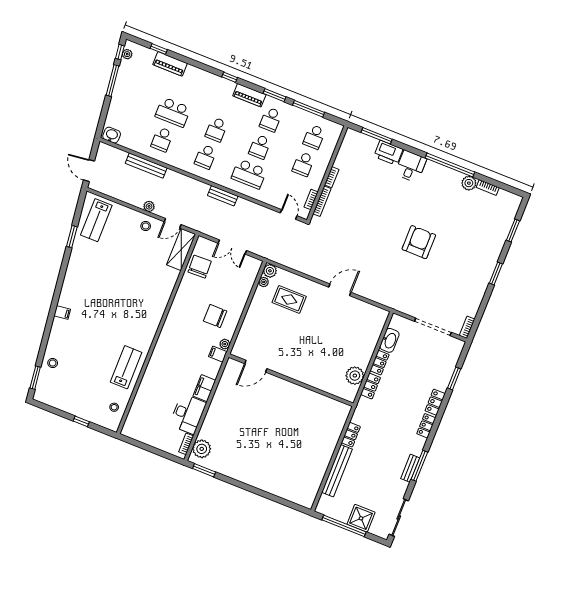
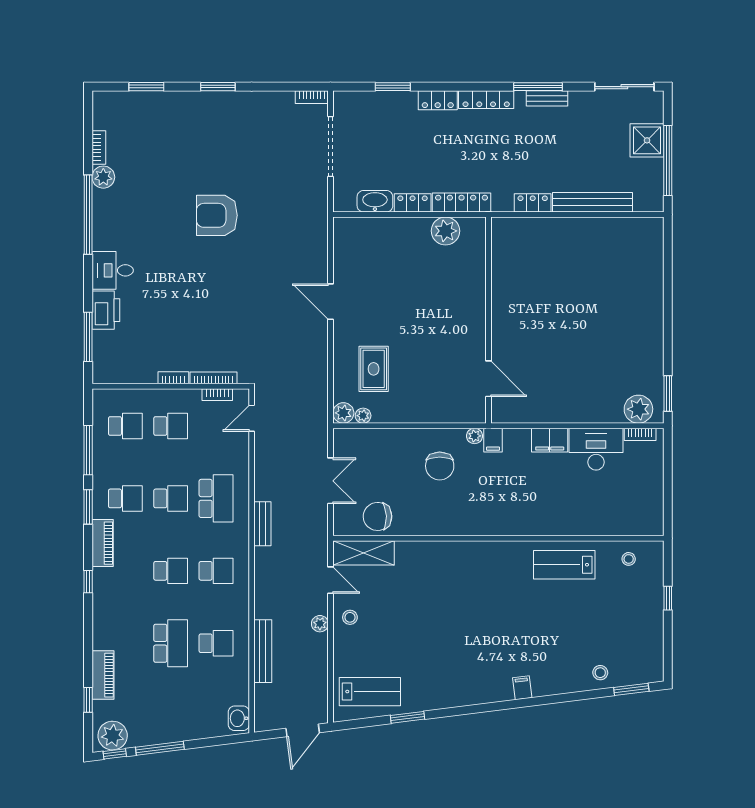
plant: (127, 54) -> (113, 736), width x1.87, depth x1.87
locker: (370, 386) -> (462, 202), width x1.53
locker: (426, 426) -> (486, 100), width x1.53

